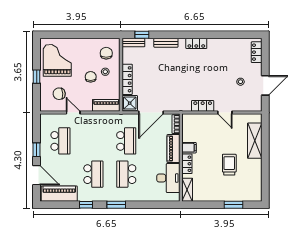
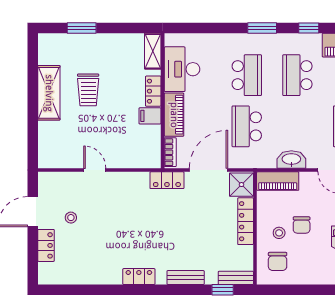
locker: (257, 52) -> (46, 245), moved
locker: (203, 106) -> (167, 180), moved
washbasin: (97, 119) -> (291, 160), added
shelving: (255, 141) -> (49, 93), moved

